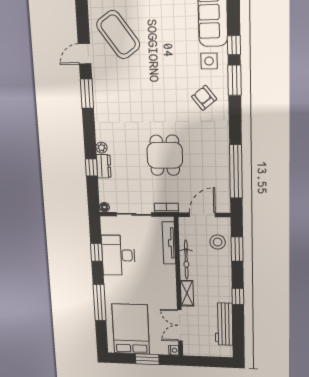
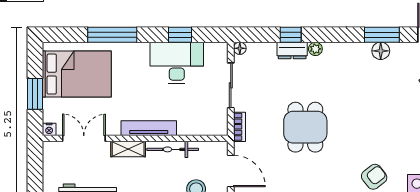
floor lamp: (100, 94) -> (381, 51), added
dining table: (165, 155) -> (305, 127), turned 90
tv unit: (169, 243) -> (149, 128), moved

